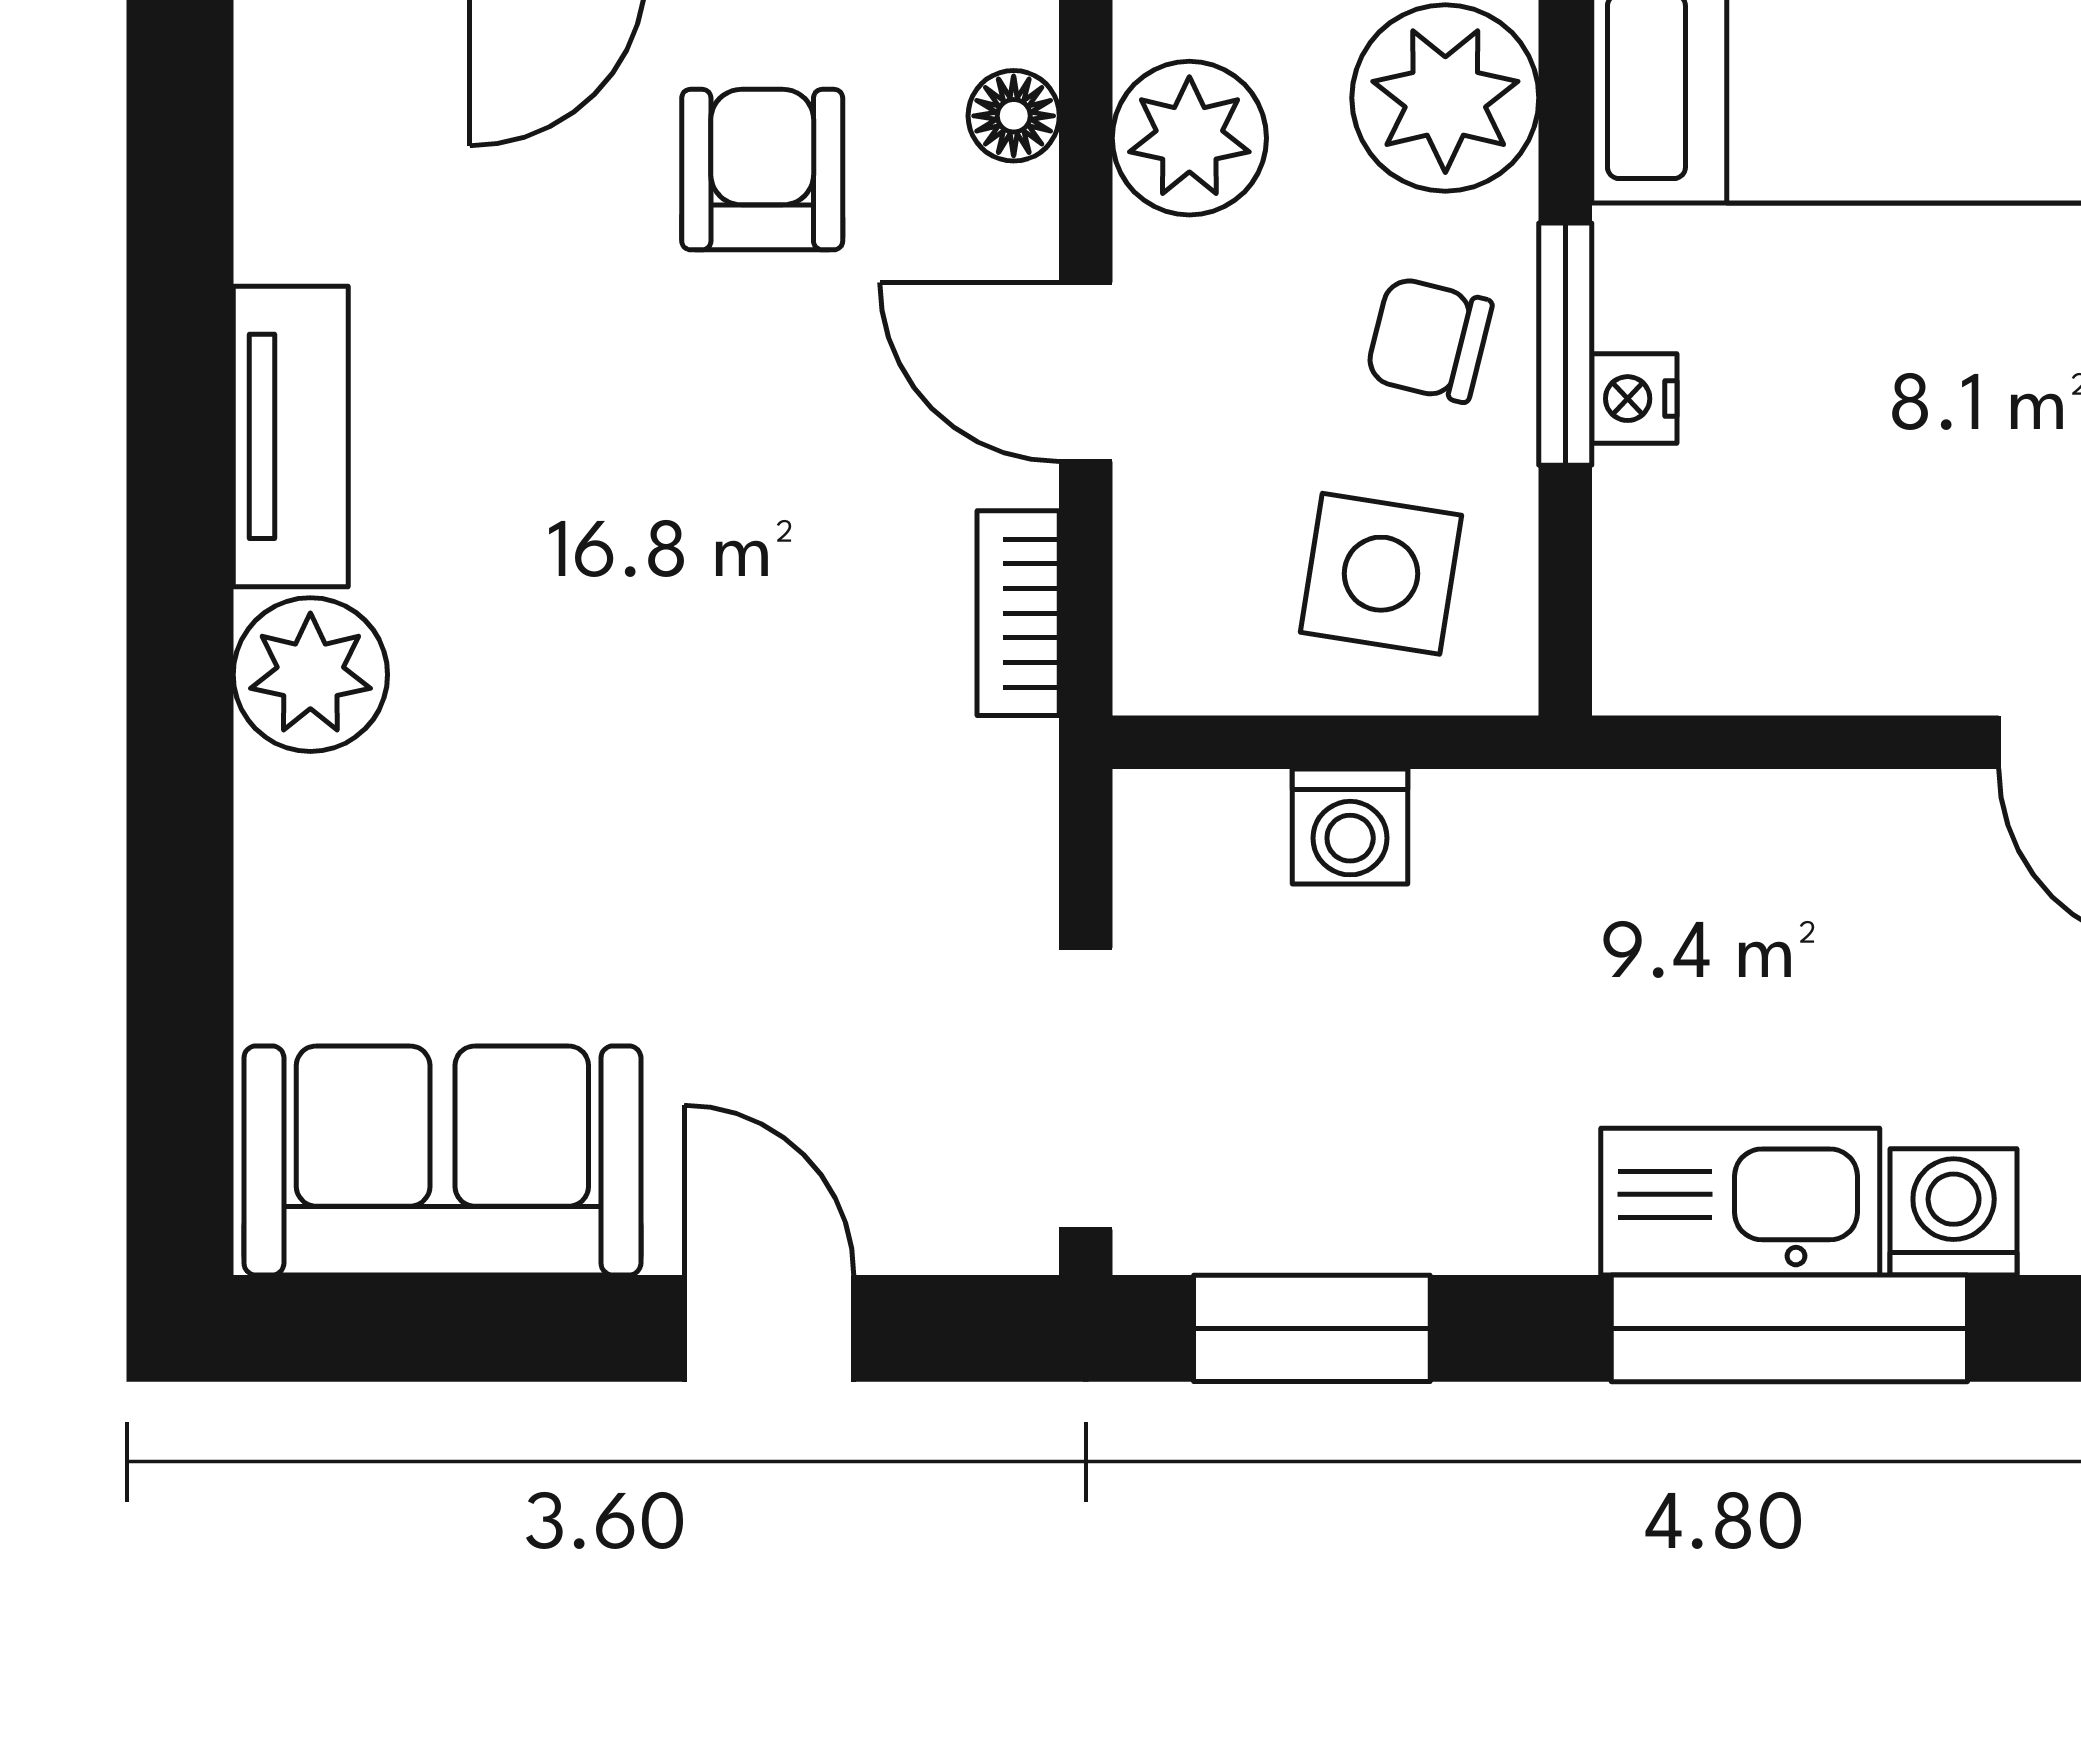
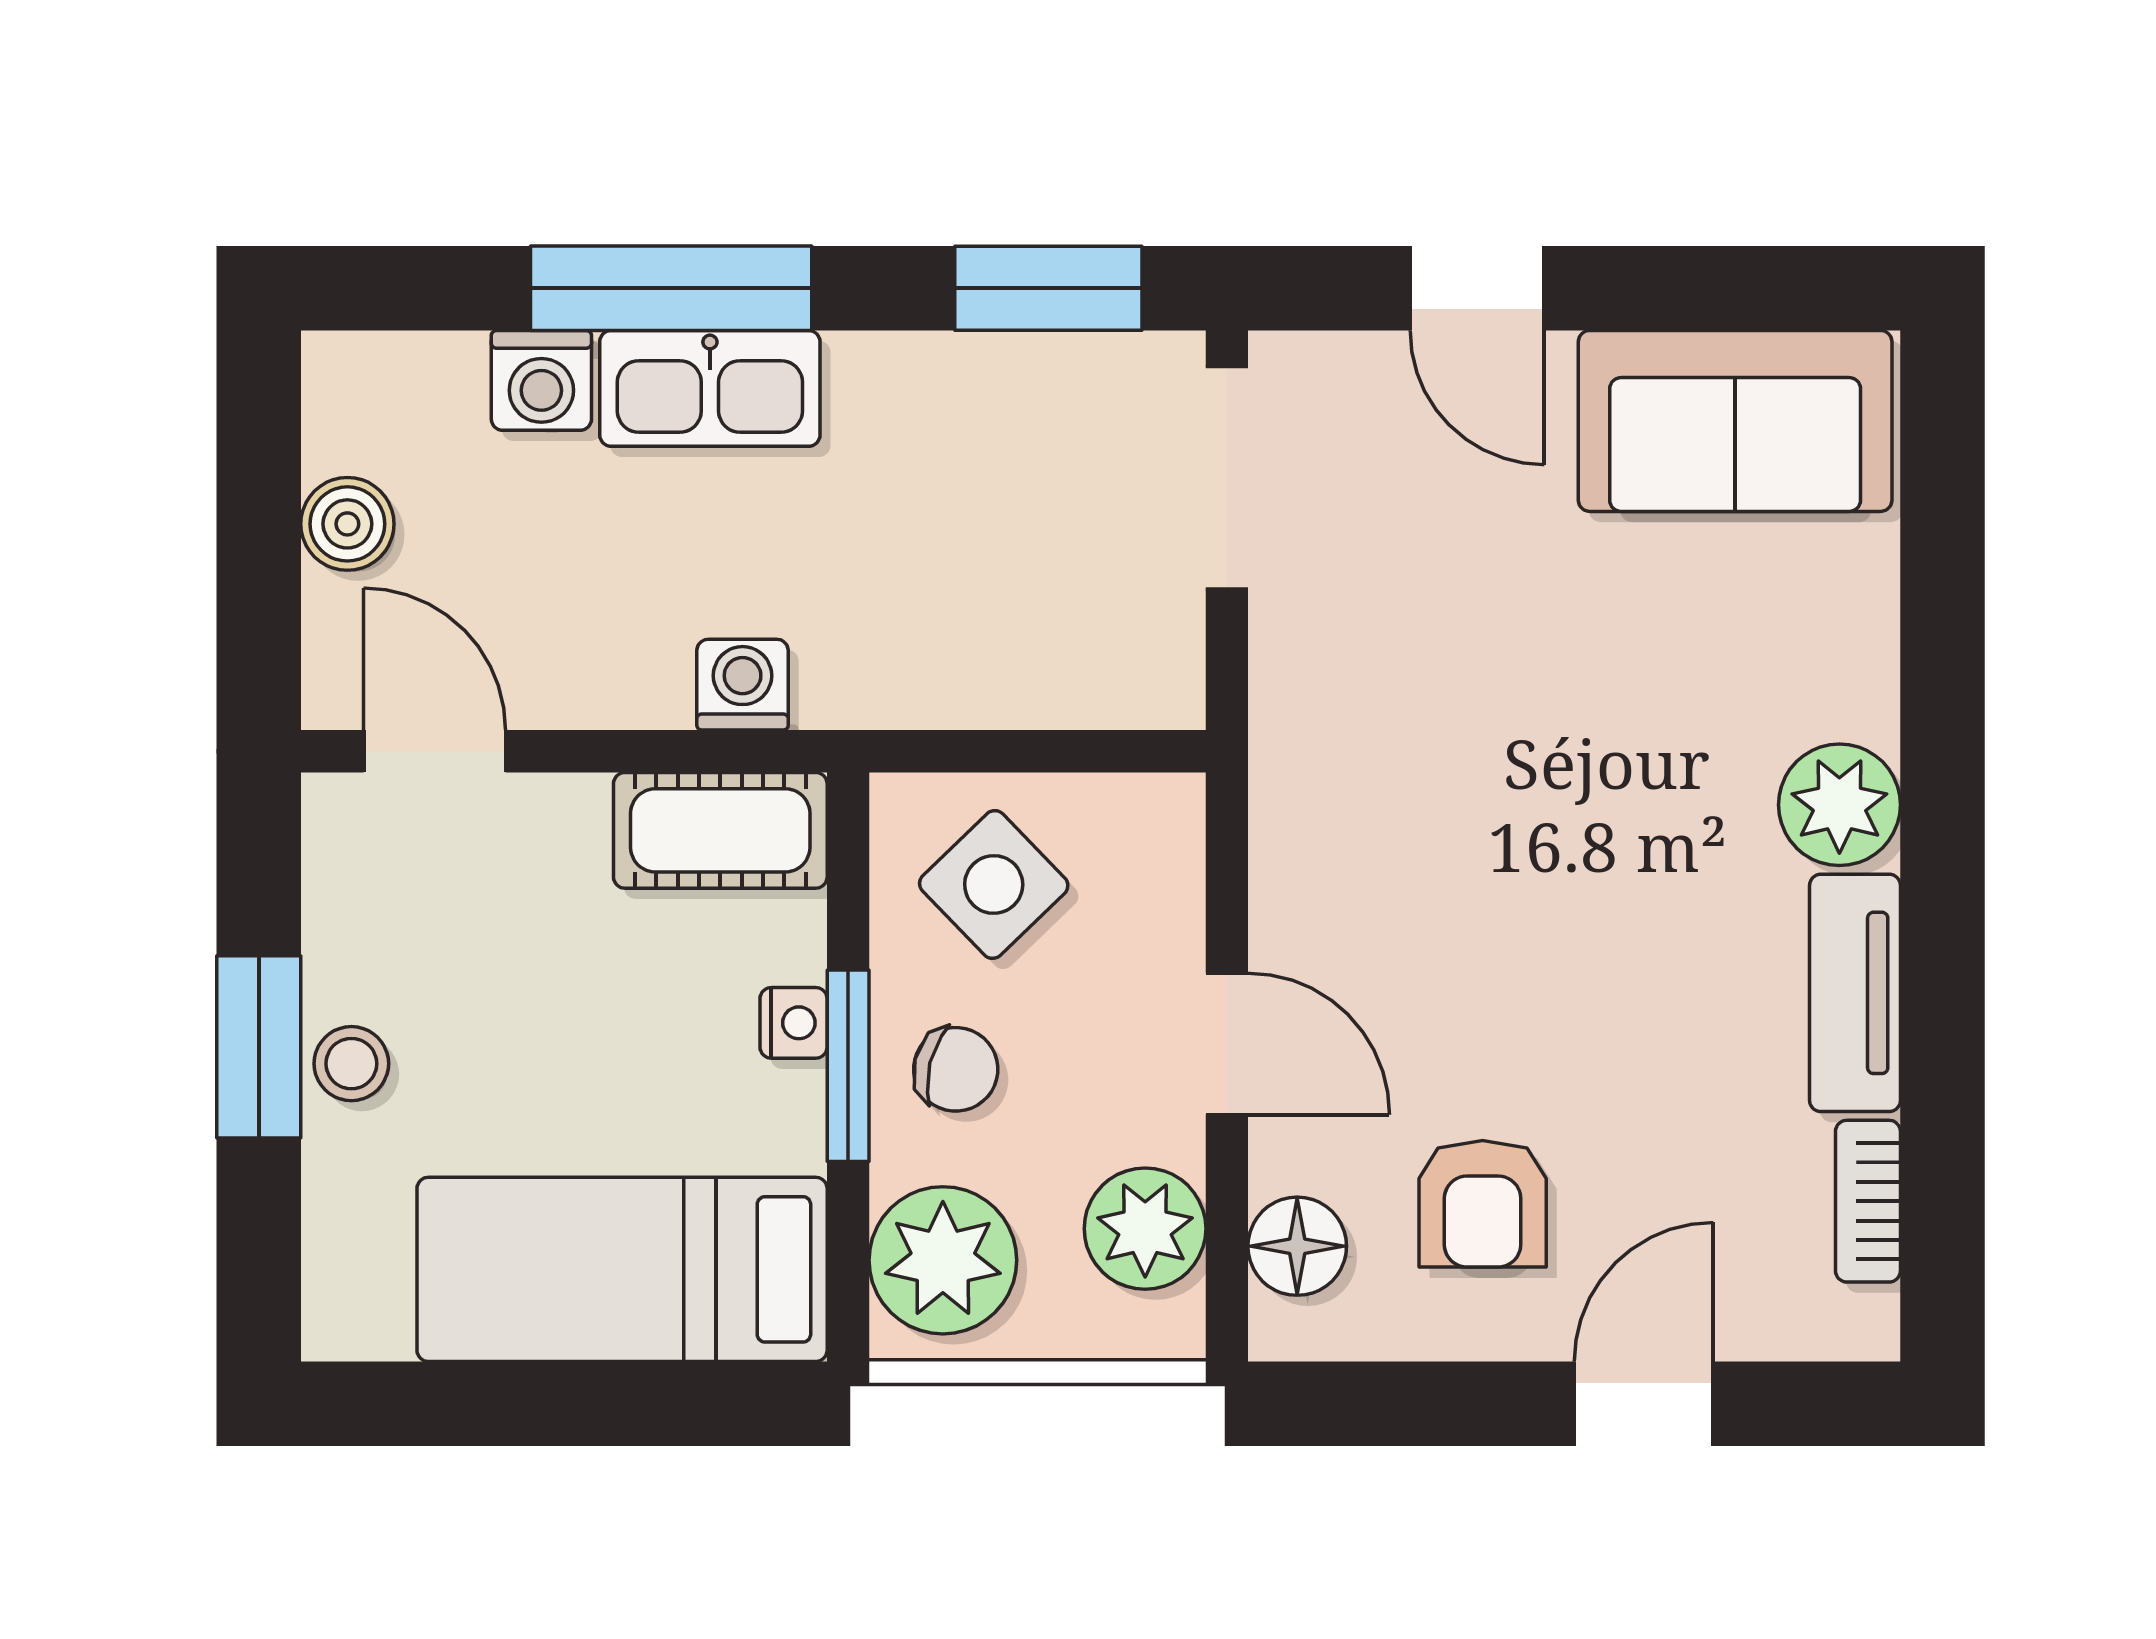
floor lamp: (1014, 116) -> (1297, 1246), width x1.37, depth x1.37
side table: (1381, 574) -> (994, 885), turned 37
bookcase: (1018, 613) -> (1868, 1201), moved, turned 180
cot: (1727, 642) -> (720, 830), added
washing machine: (1350, 827) -> (743, 685), moved

